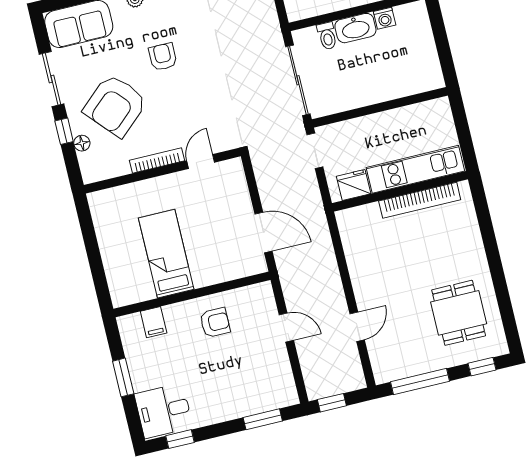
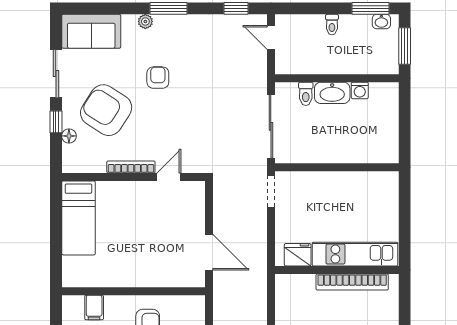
armchair: (115, 105) -> (106, 110), turned 75
kitchen unit: (415, 169) -> (355, 254), moved
fridge: (354, 185) -> (298, 255), moved
wall: (400, 191) -> (337, 270), moved
bookcase: (420, 200) -> (352, 282), moved
bed: (166, 254) -> (78, 218), moved, turned 180

